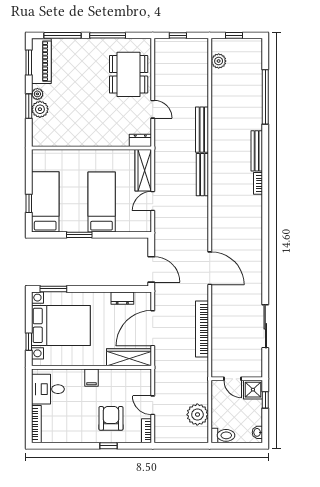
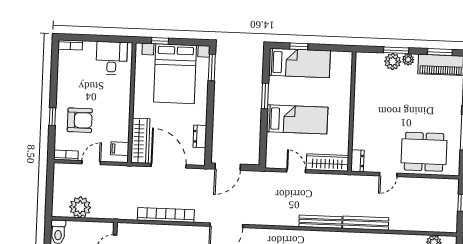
filing cabinet: (91, 378) -> (120, 149), moved
bookcase: (36, 424) -> (70, 45), width x0.64

